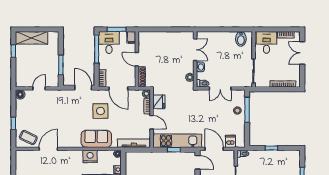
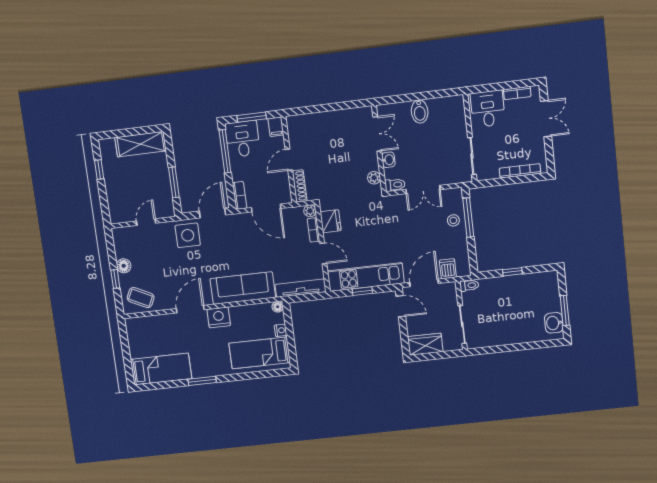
shelving: (31, 38) -> (141, 144), moved
bidet: (241, 39) -> (420, 111), moved
double door: (302, 53) -> (546, 119), swing flipped
door: (137, 59) -> (289, 160), hinge flipped
door: (83, 88) -> (213, 213), hinge flipped
floor lamp: (20, 94) -> (124, 266), moved
side table: (100, 111) -> (188, 235), moved
sofa: (96, 139) -> (243, 288), width x1.36
door: (48, 149) -> (190, 309), moved
door: (214, 149) -> (424, 283), hinge flipped
nightstand: (90, 156) -> (219, 317), moved

